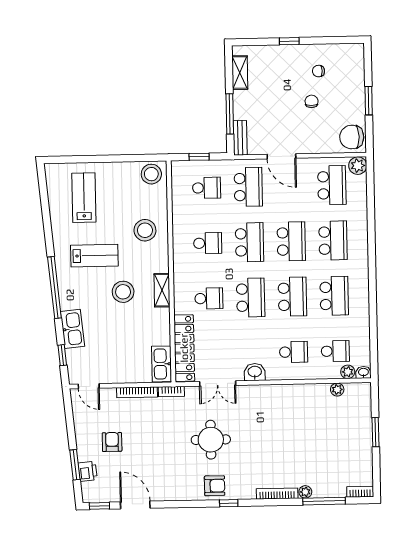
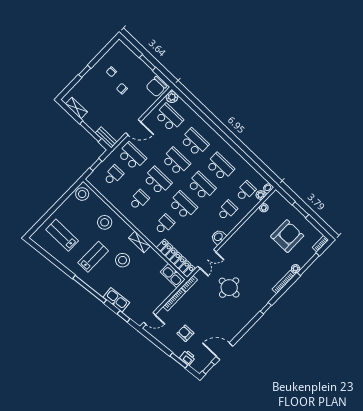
armchair: (215, 486) -> (287, 236), moved, width x1.88, depth x1.88

